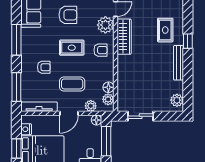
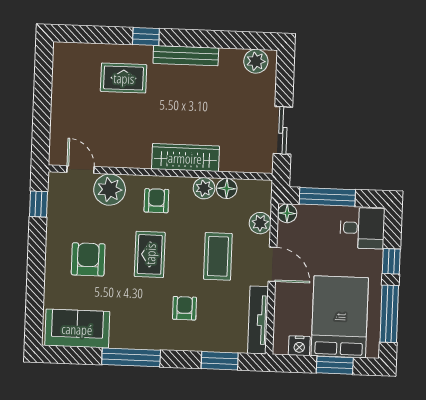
wardrobe: (124, 37) -> (185, 158), moved
window: (16, 87) -> (220, 361), width x0.69
plant: (108, 99) -> (204, 188), moved

